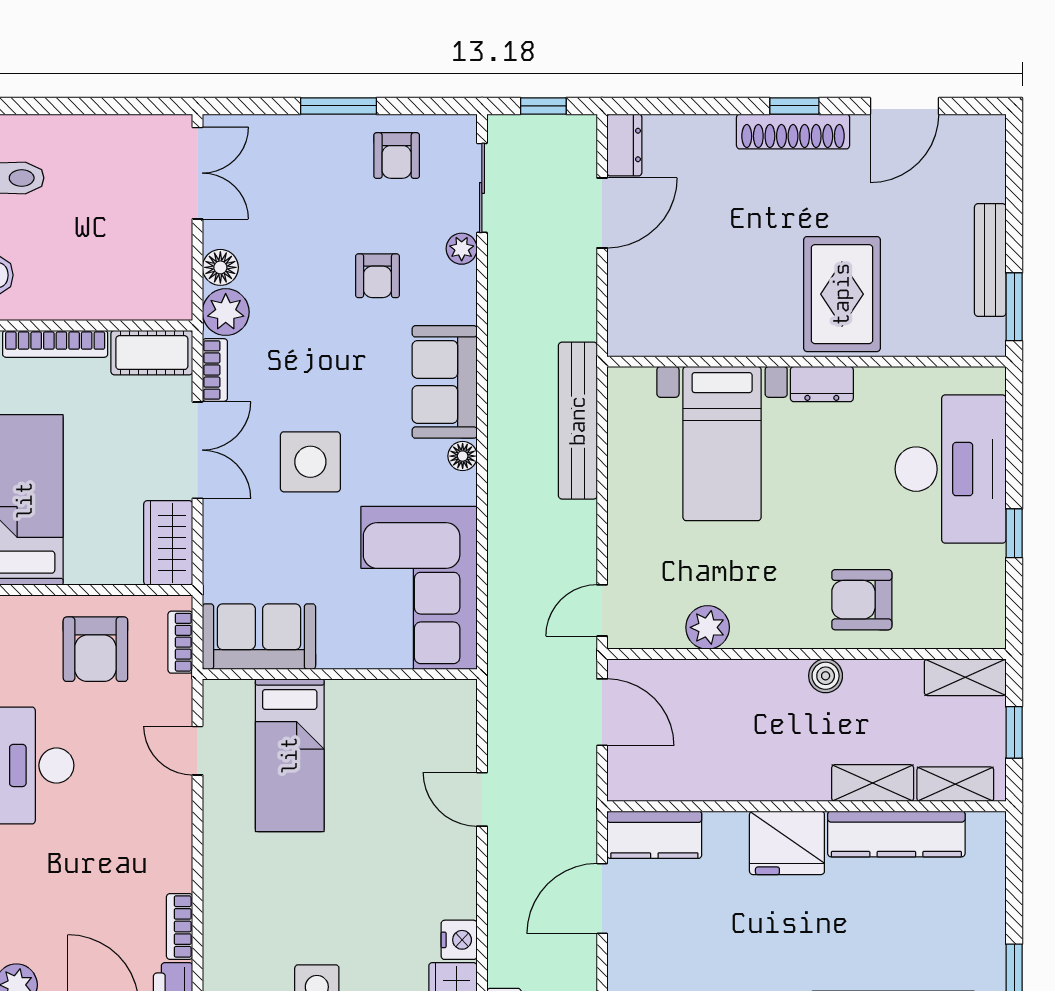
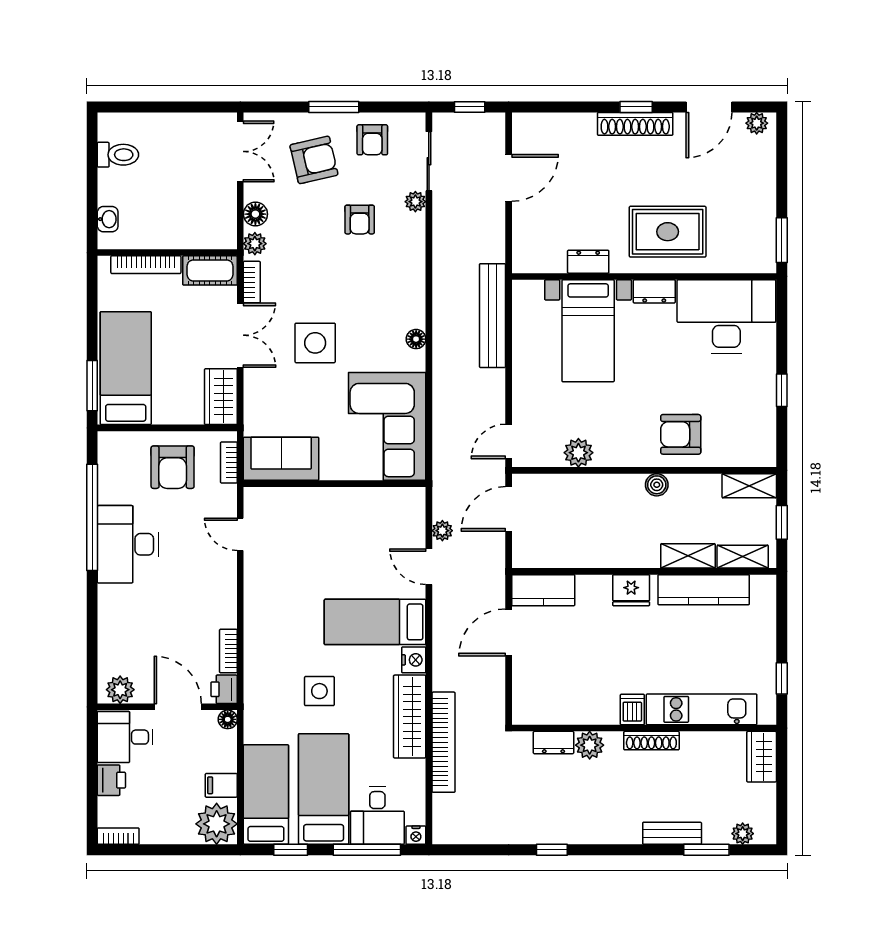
plant: (976, 130) -> (757, 123), added
dresser: (624, 145) -> (588, 262), moved, turned -90
armchair: (309, 186) -> (314, 160), added
bench: (990, 260) -> (766, 209), removed
rug: (842, 294) -> (668, 232), turned 90
plant: (226, 312) -> (255, 244), width x0.73, depth x0.73
sofa: (445, 382) -> (404, 290), removed
desk: (951, 469) -> (726, 316), moved, turned -90
door: (602, 712) -> (509, 509), swing flipped
plant: (502, 745) -> (442, 531), added
bed: (290, 755) -> (375, 622), moved, turned 90
fridge: (787, 843) -> (631, 590), width x0.73, depth x0.75

